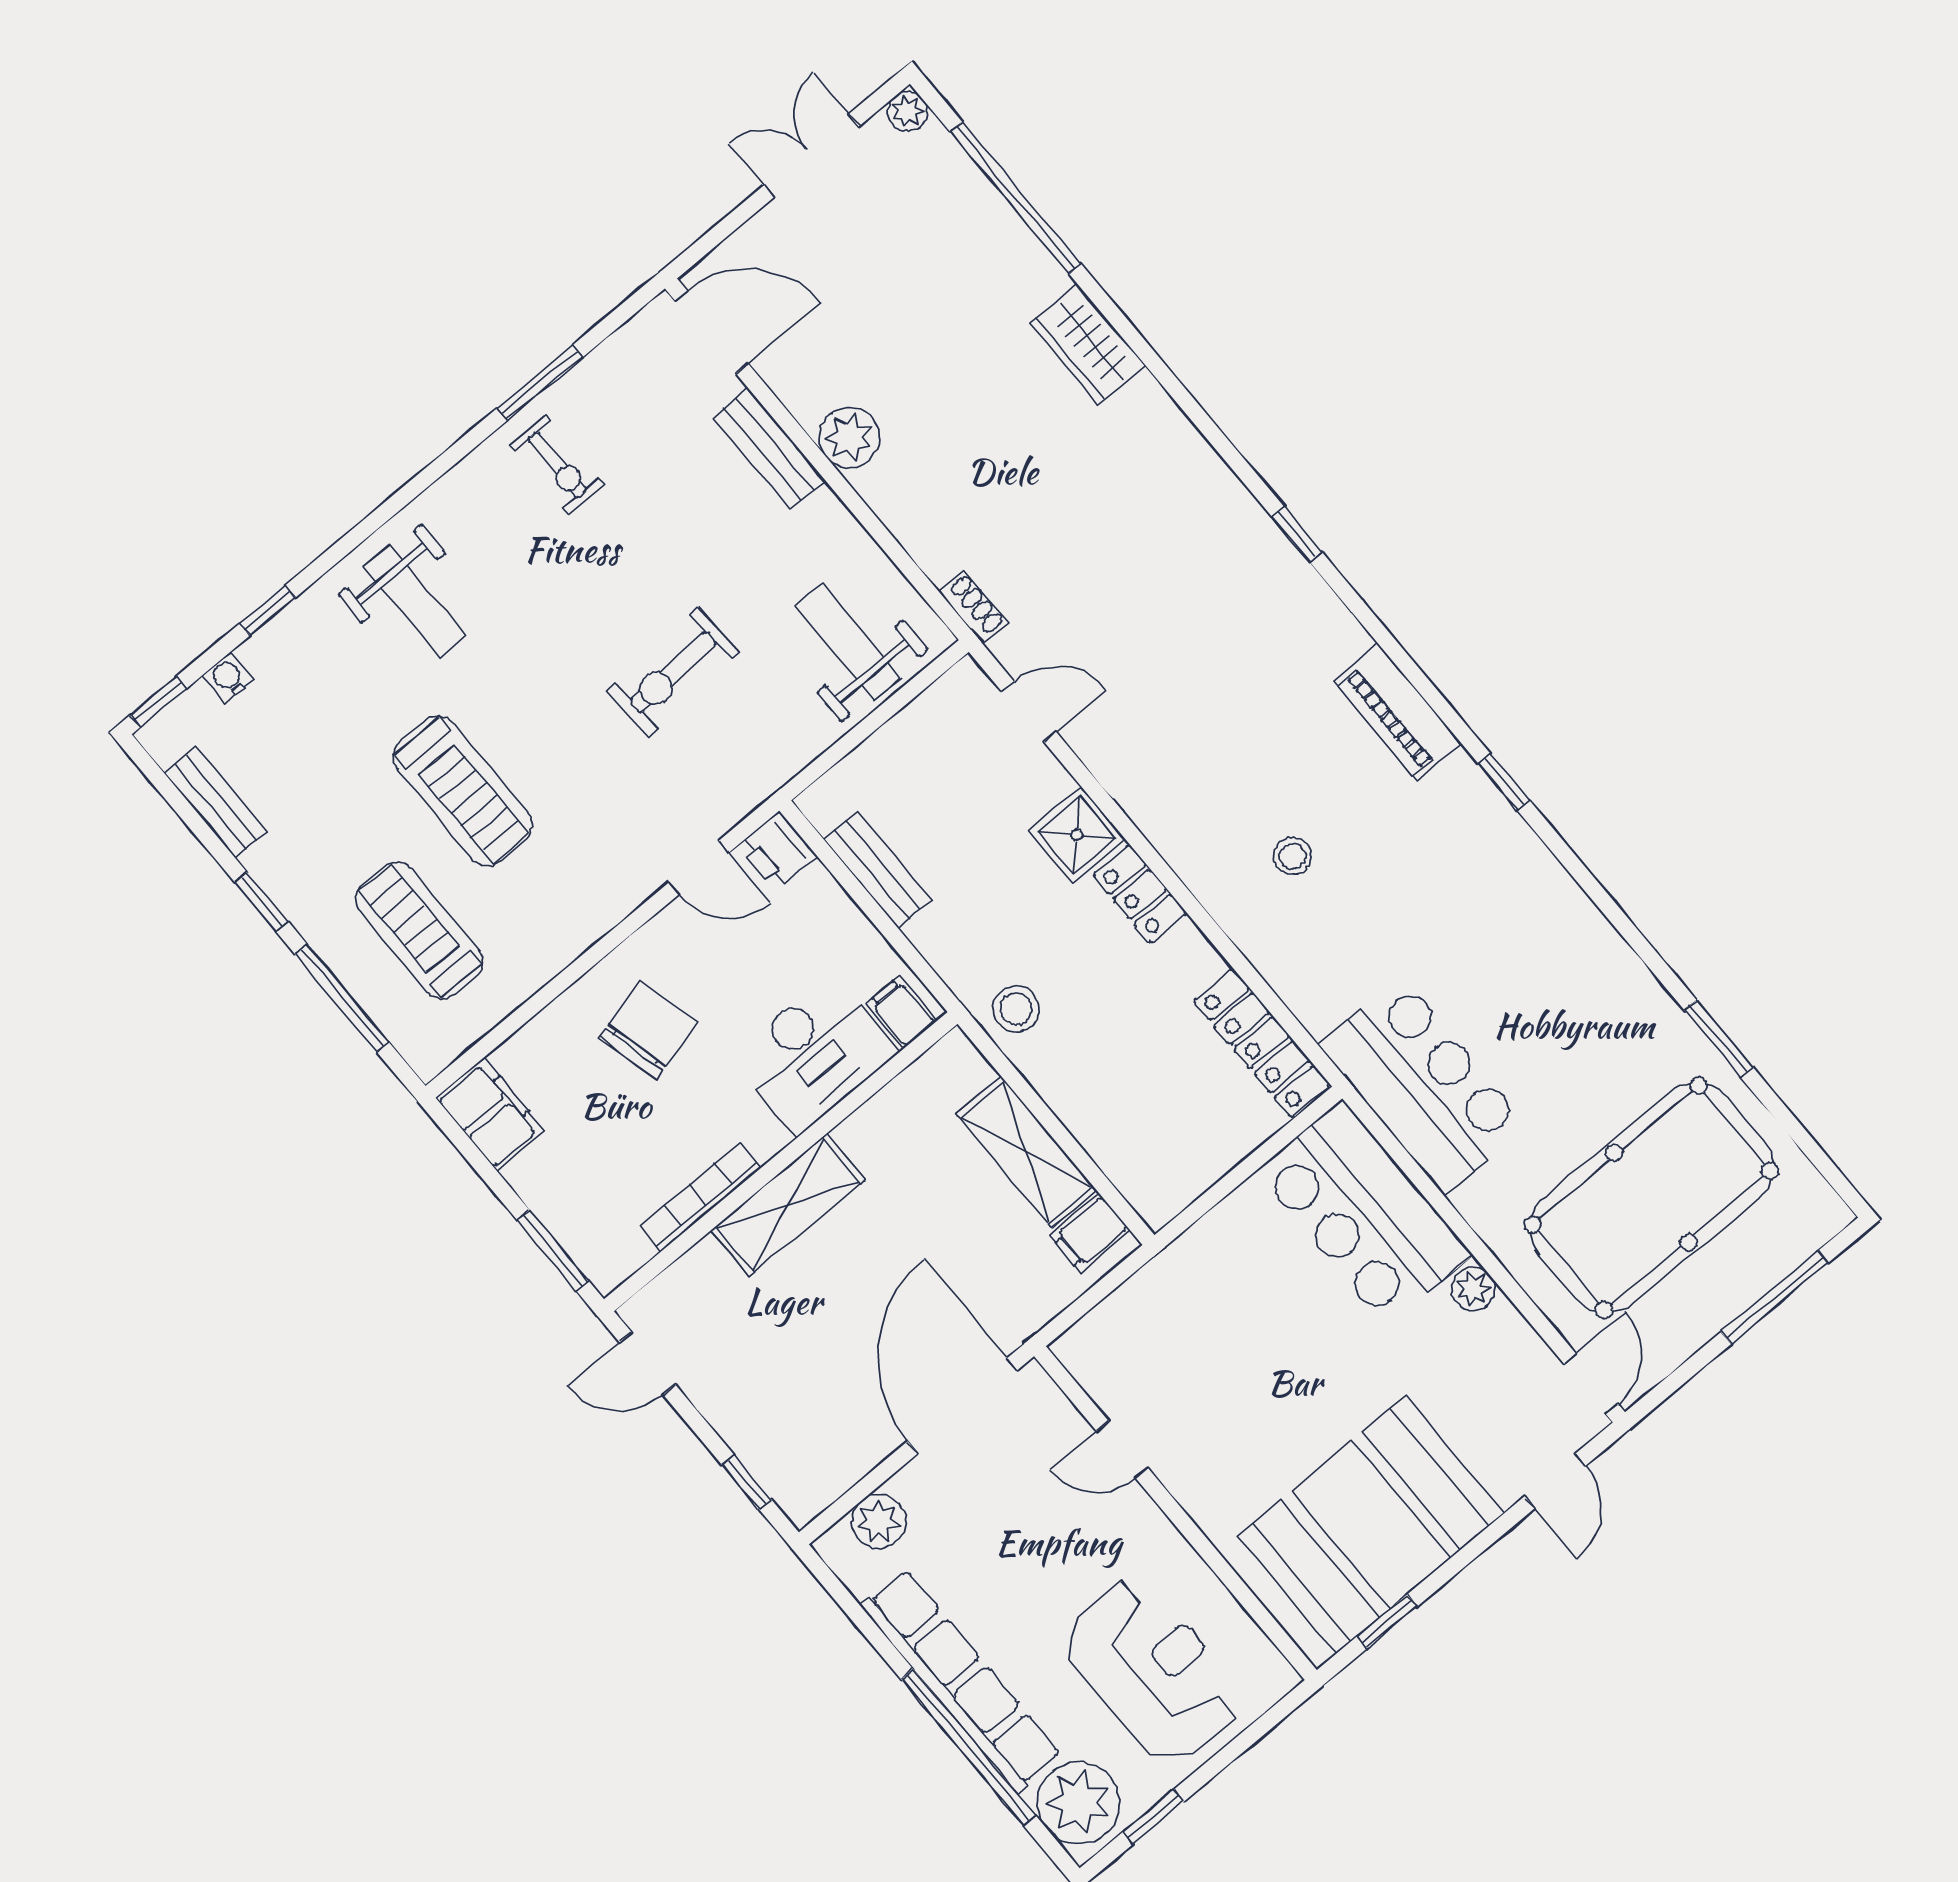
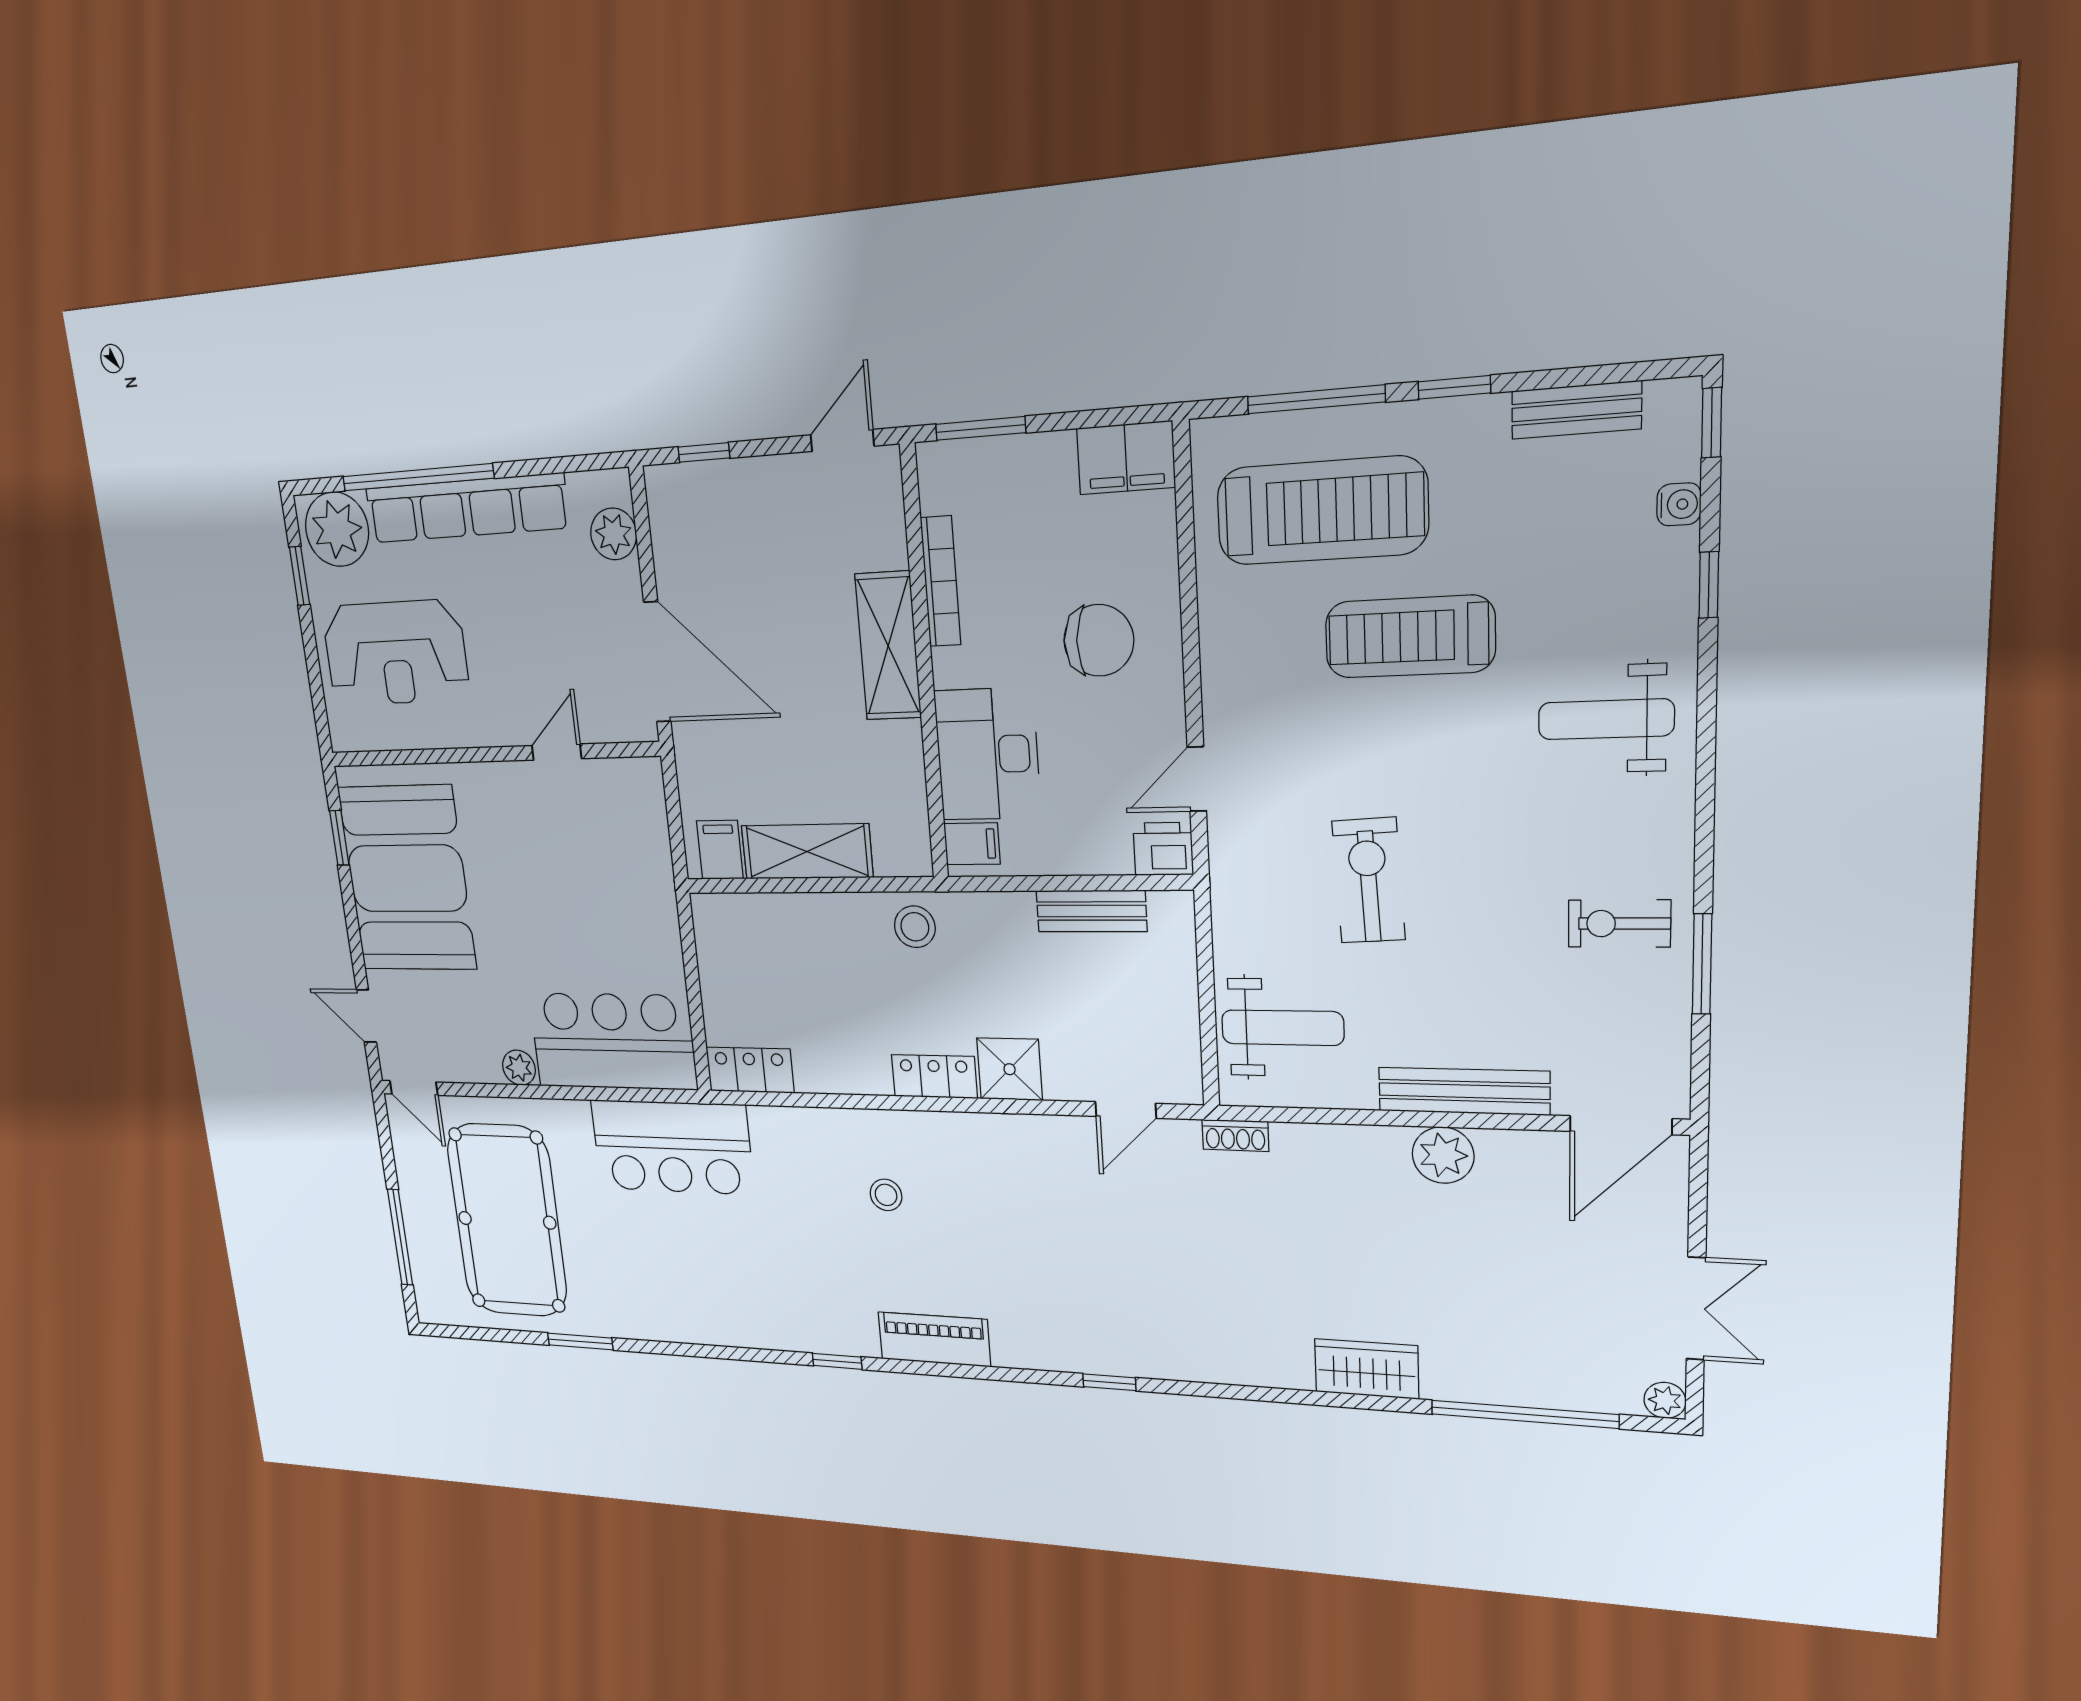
bench: (769, 449) -> (1464, 1091), width x1.36
treadmill: (419, 931) -> (1322, 511), width x1.37, depth x1.38
chair: (648, 1030) -> (1099, 640), turned -74
locker: (1262, 1043) -> (750, 1070), width x0.66

